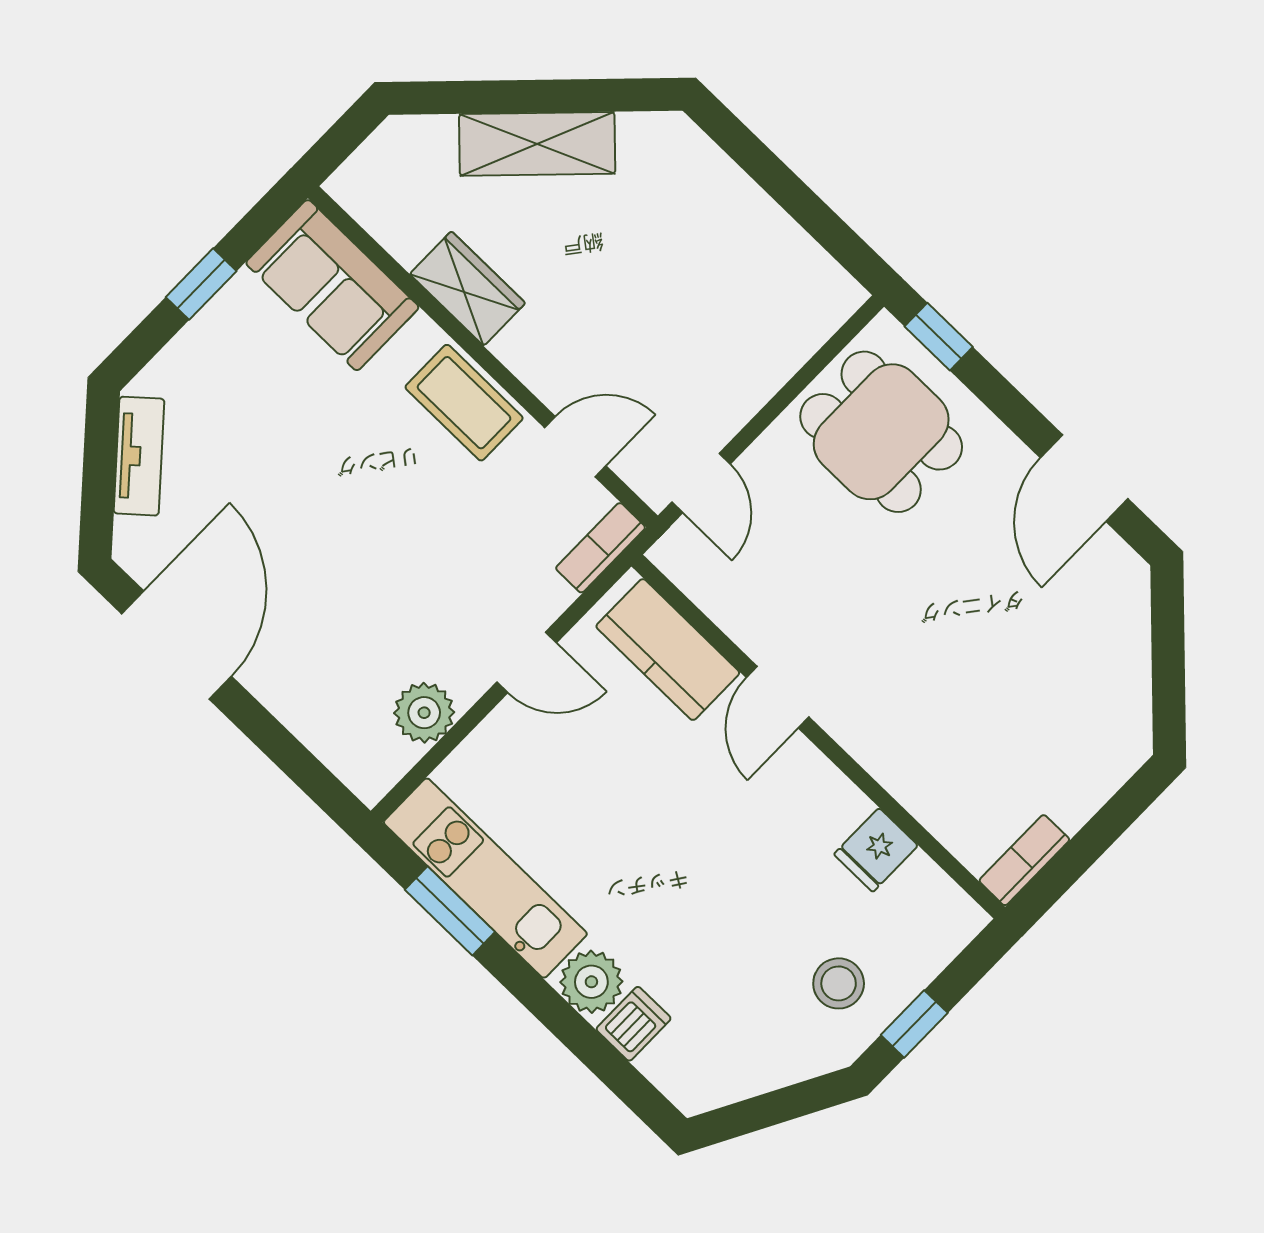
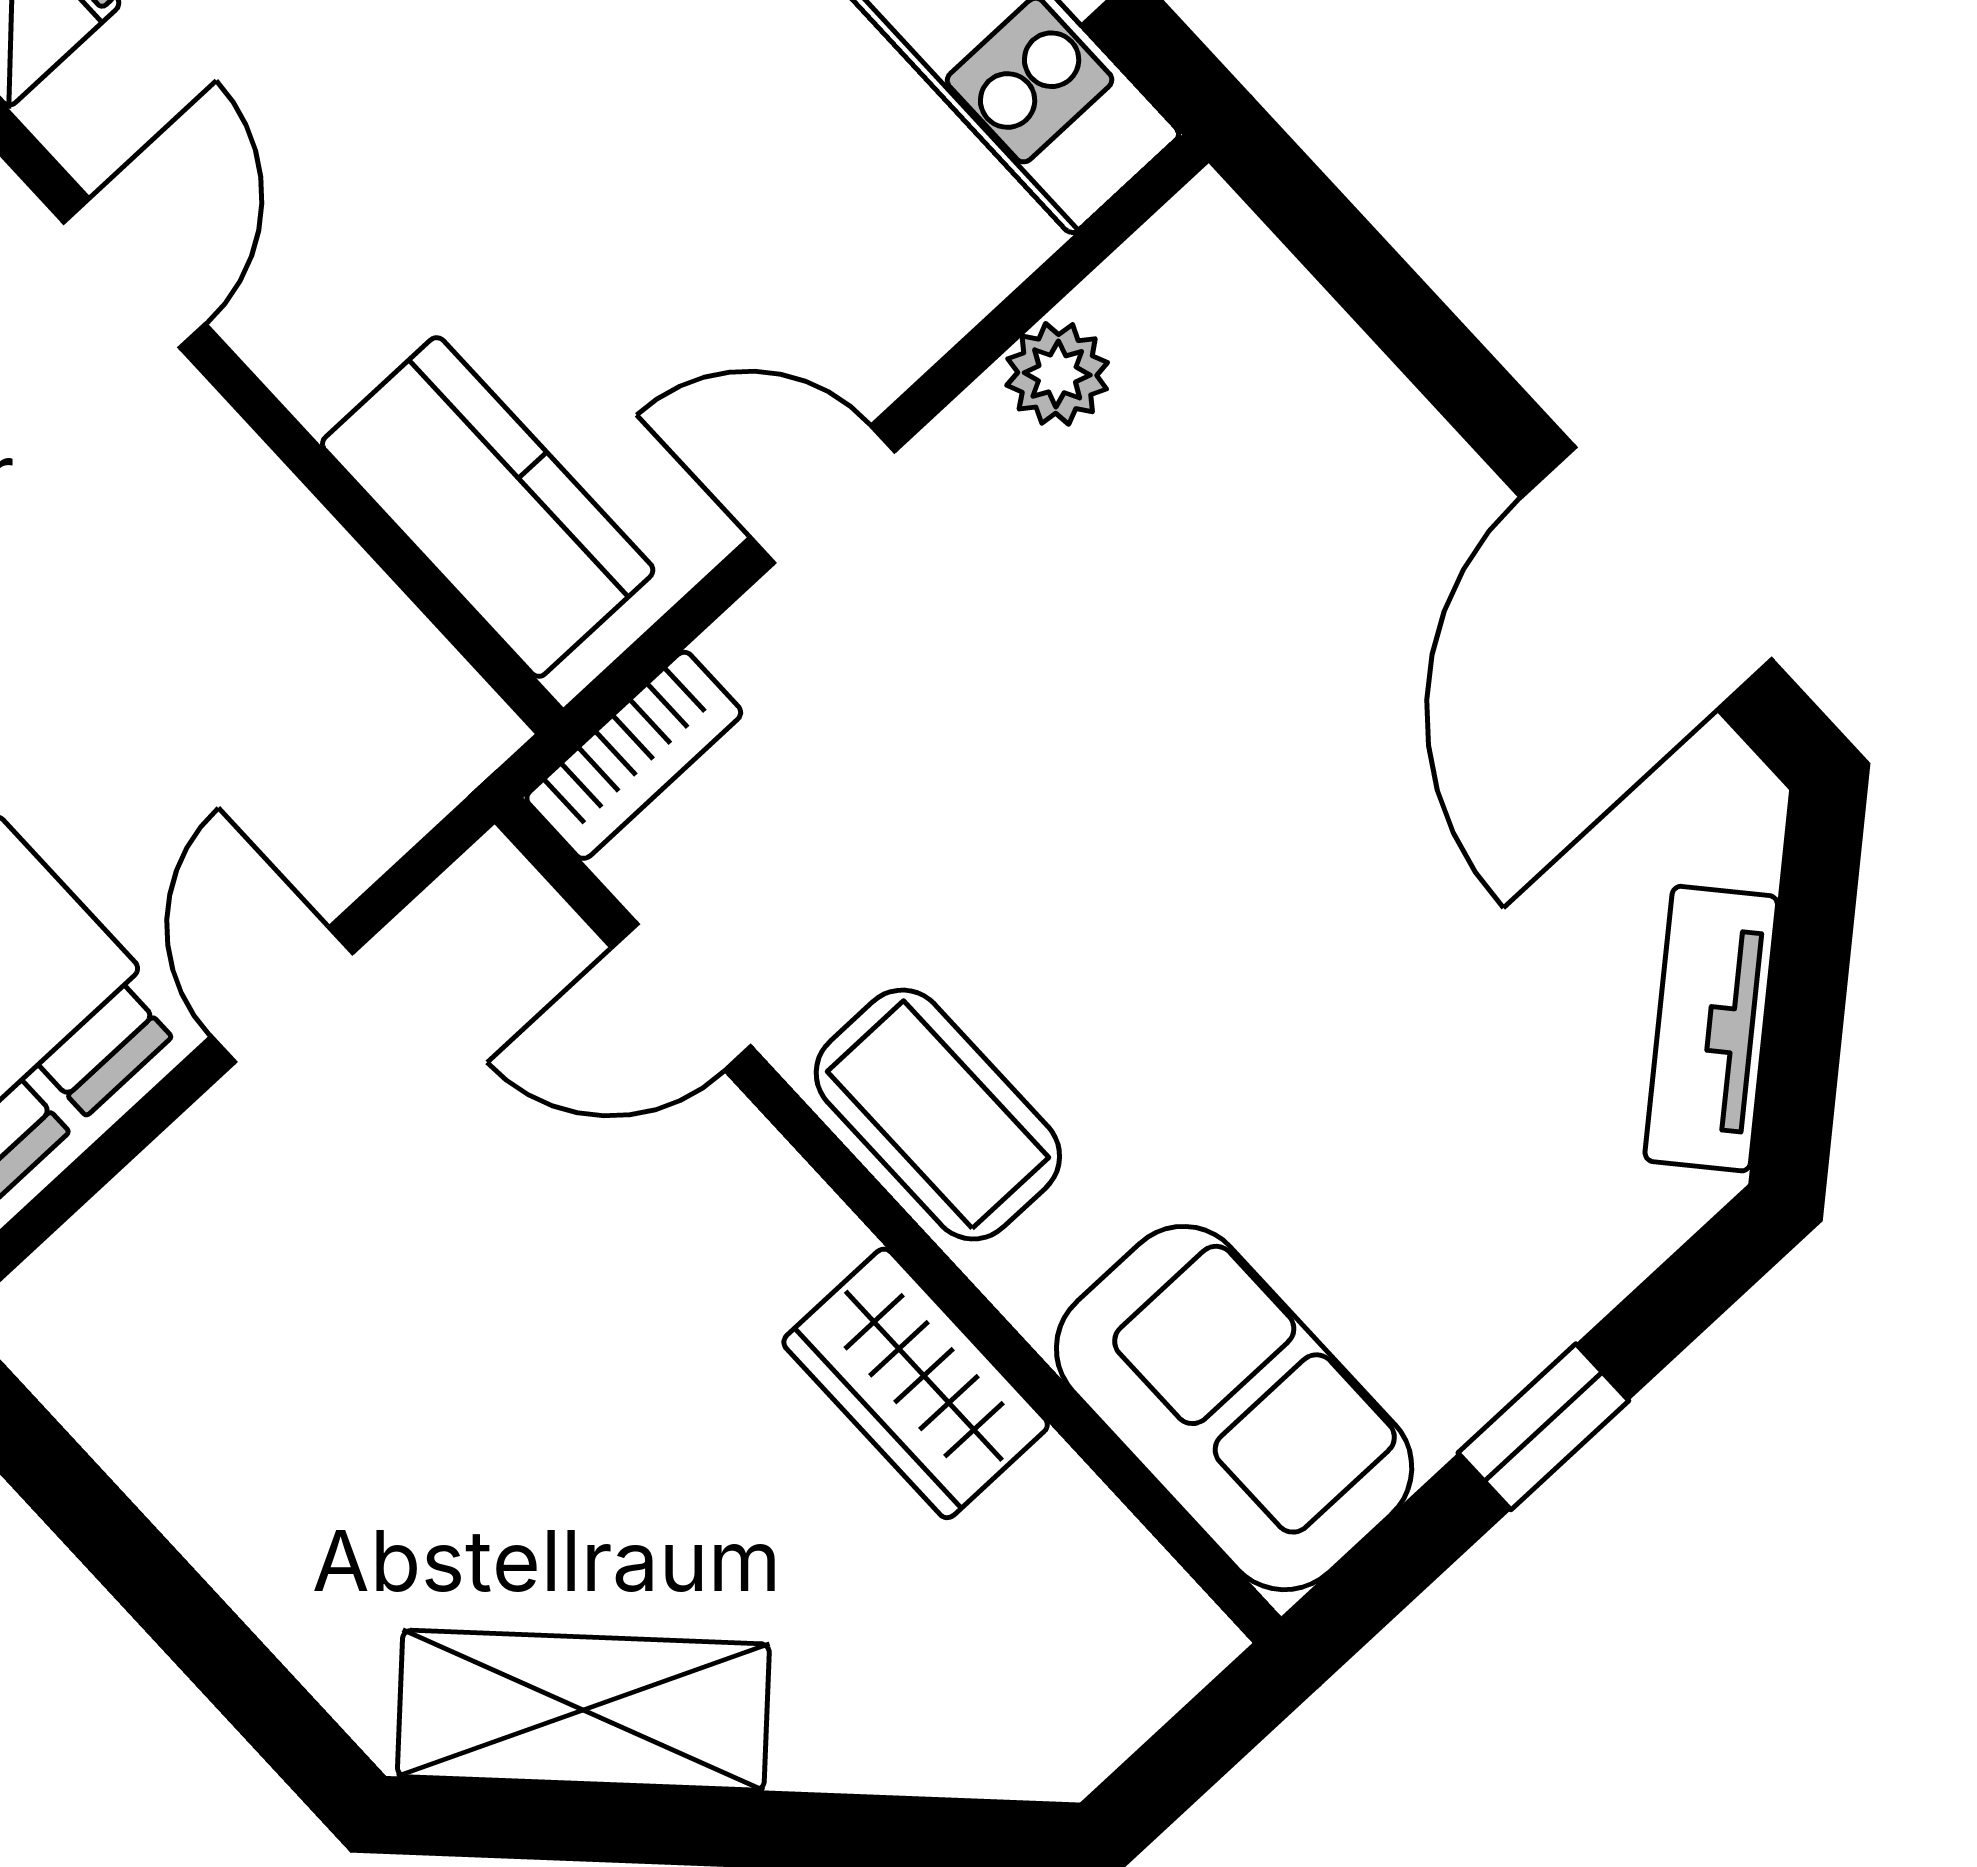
shelving: (537, 144) -> (583, 1710), moved
door: (701, 483) -> (282, 995), moved
door: (778, 697) -> (135, 273), moved
plant: (424, 713) -> (1057, 374), width x0.73, depth x0.73

